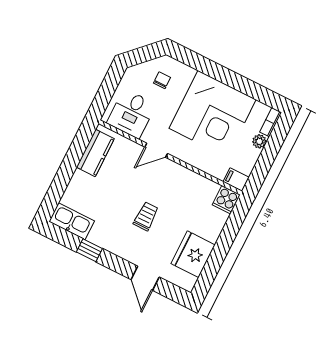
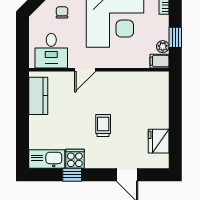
plant: (259, 141) -> (163, 47), moved
window: (264, 163) -> (175, 37), added
cooker: (226, 200) -> (75, 159), moved, turned 180
fridge: (193, 254) -> (159, 141), width x0.73, depth x0.75

